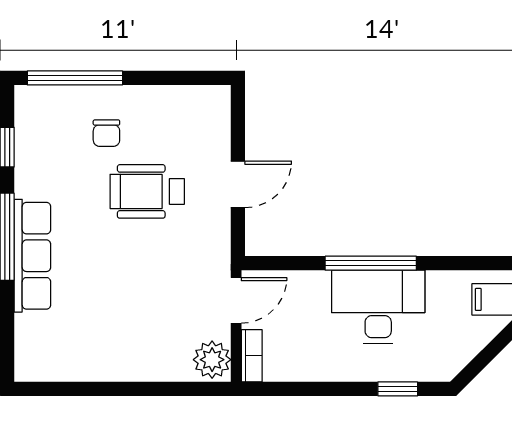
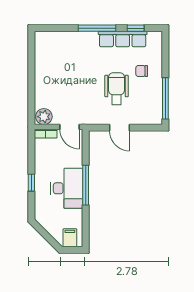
window: (75, 78) -> (165, 98), moved
row of seats: (32, 256) -> (123, 39), moved
window: (398, 389) -> (31, 183), moved

